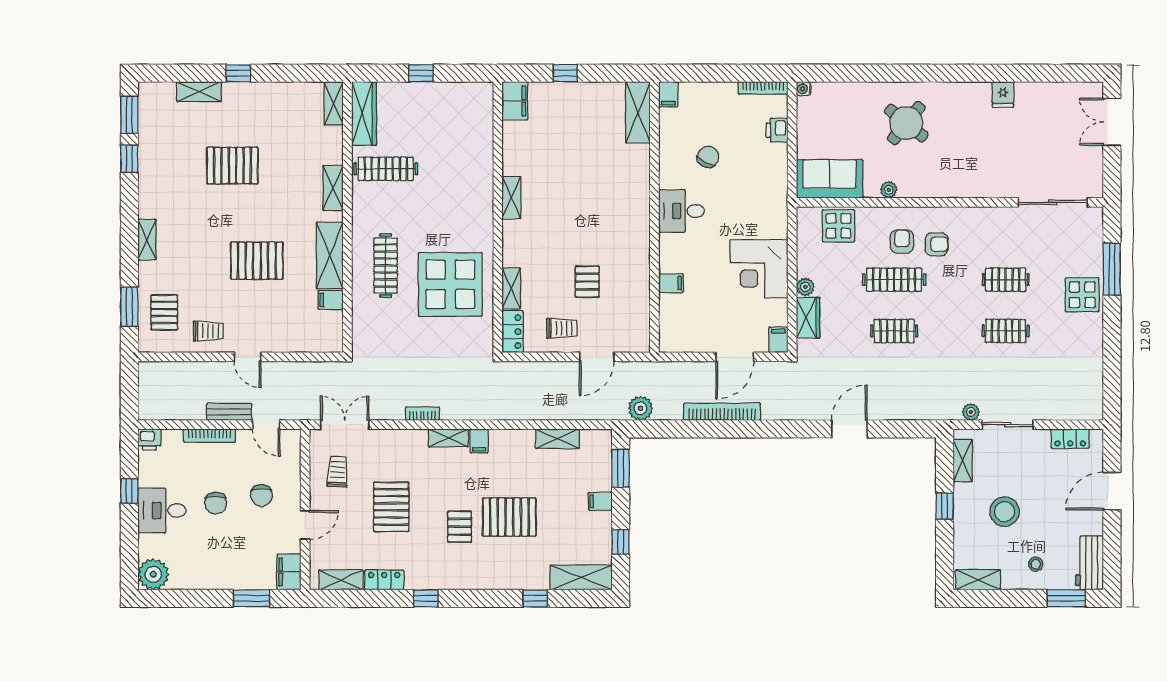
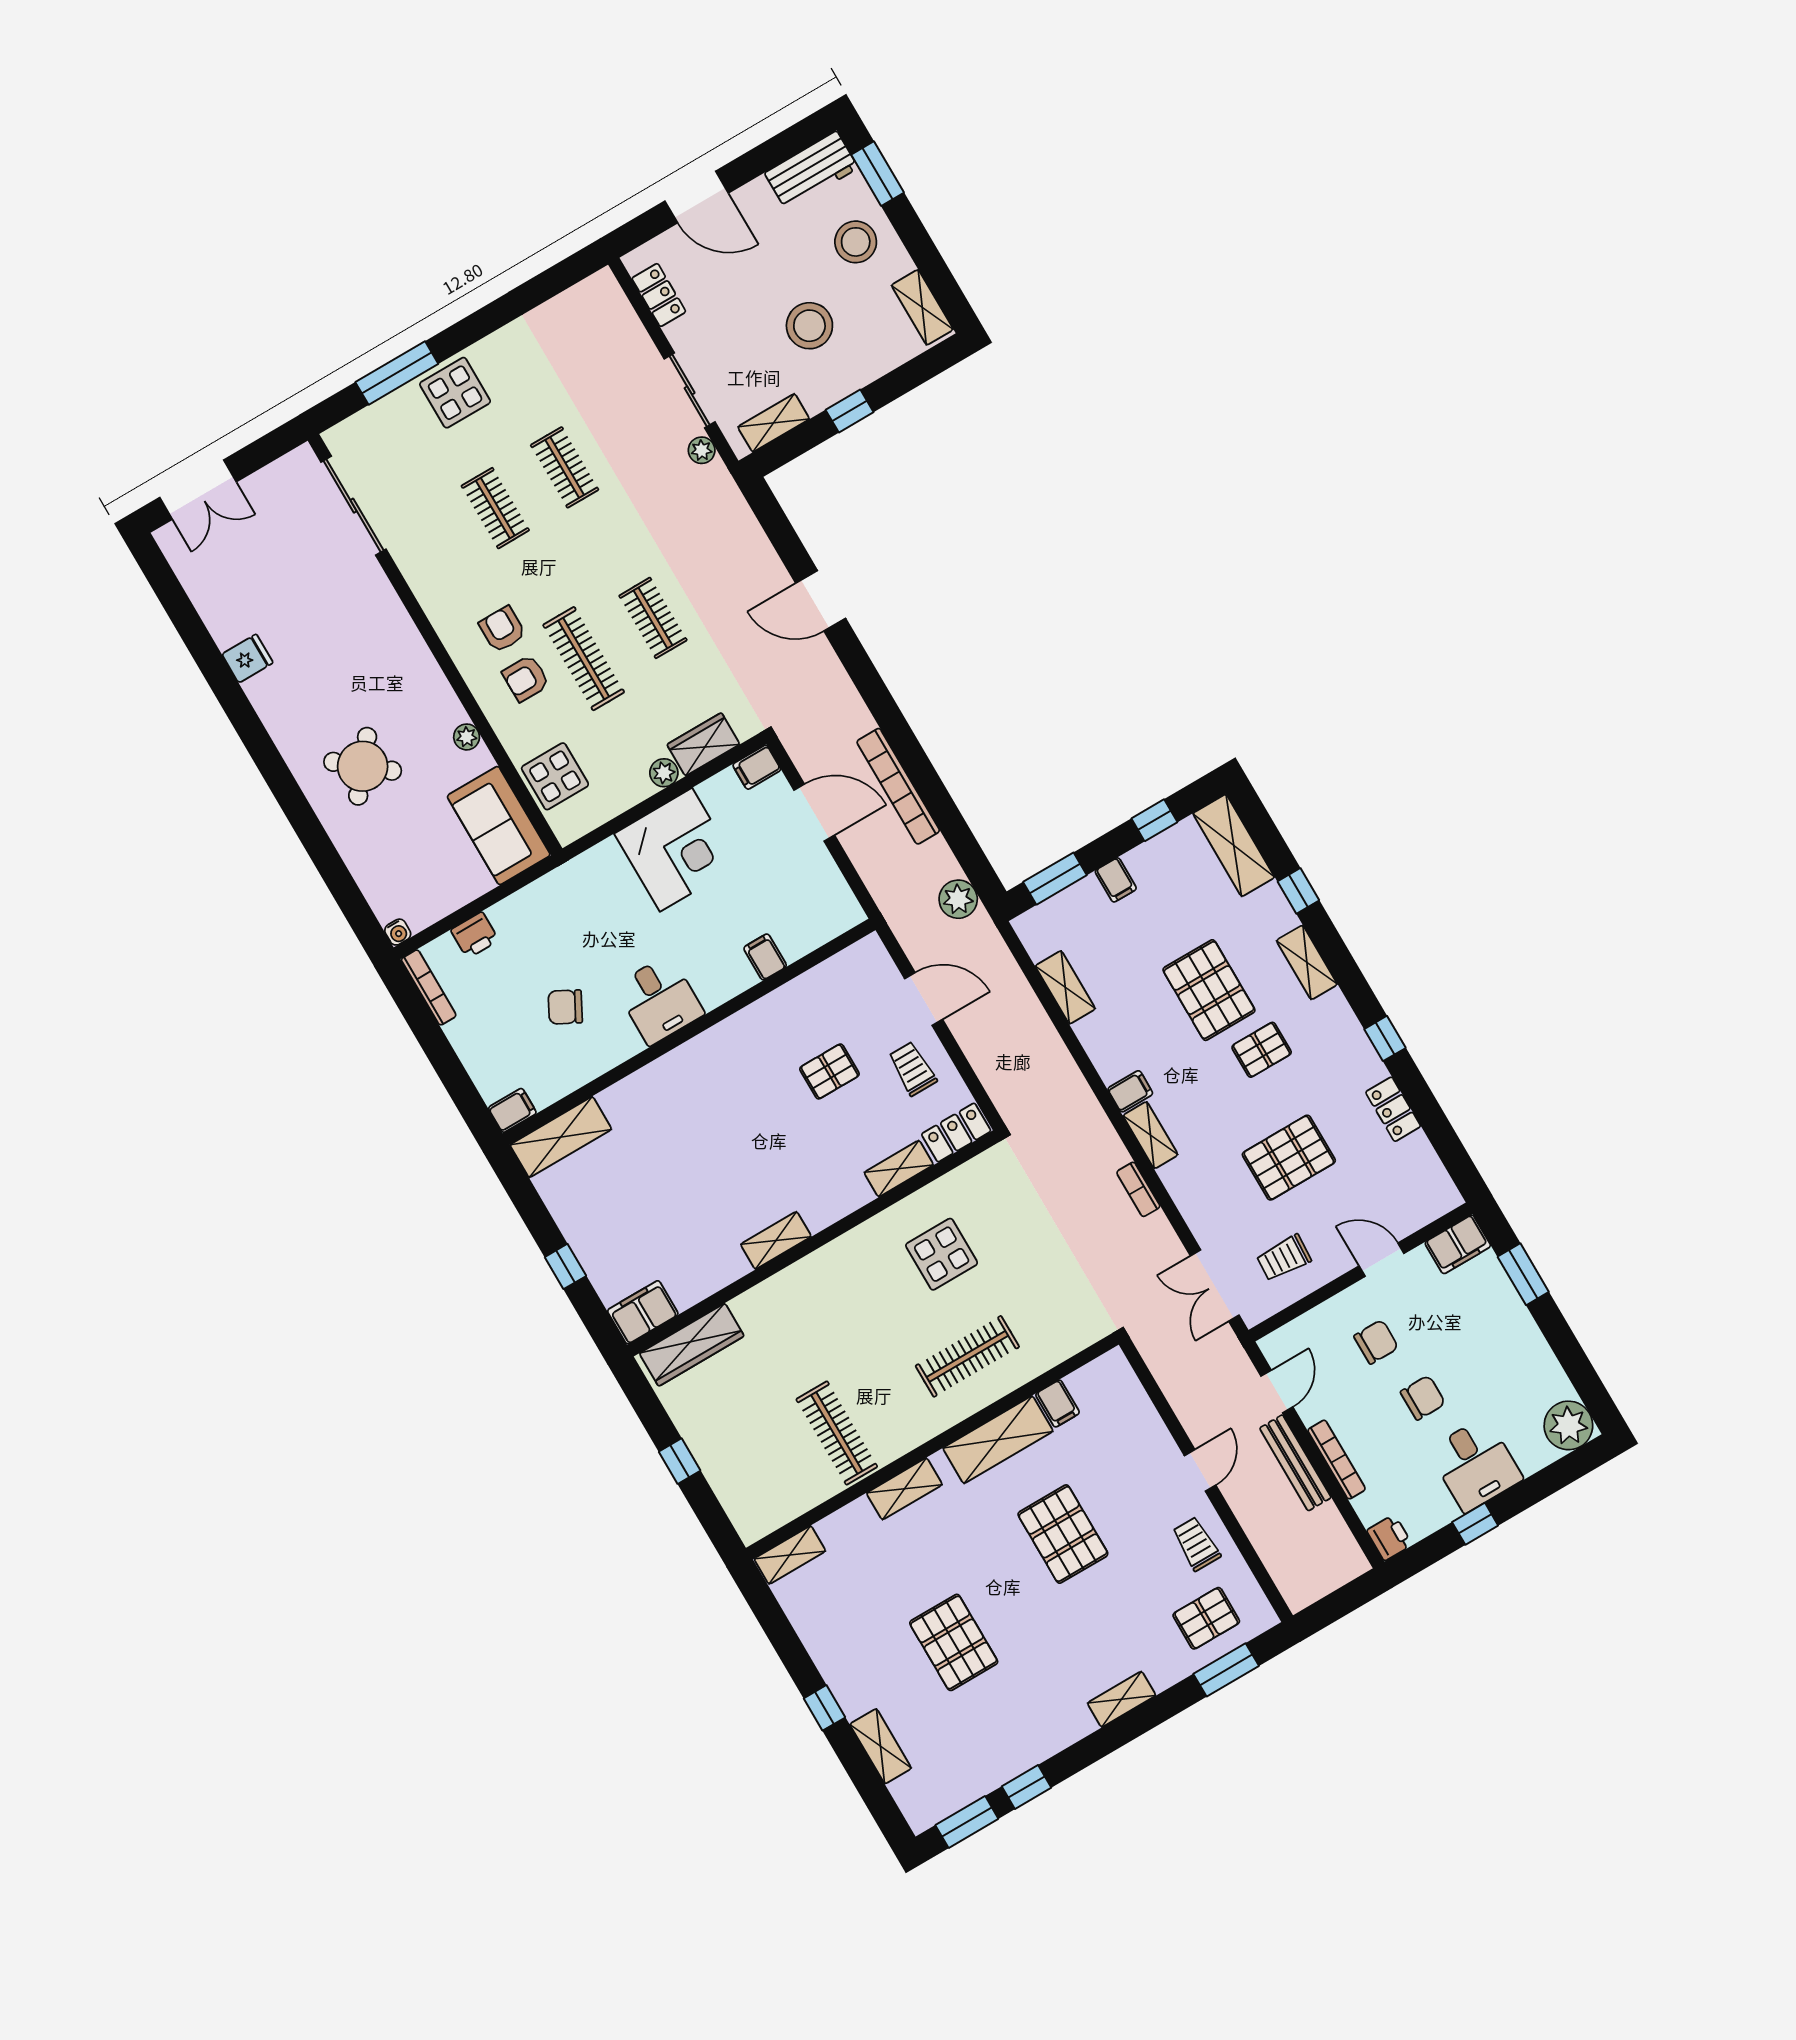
wardrobe: (364, 113) -> (692, 1345), moved, turned 180
display table: (450, 284) -> (942, 1254), width x0.54, depth x0.54
bench: (229, 412) -> (1295, 1463), width x1.36
stool: (1036, 564) -> (856, 242), width x1.89, depth x1.89
shelving: (341, 580) -> (1307, 962), moved

